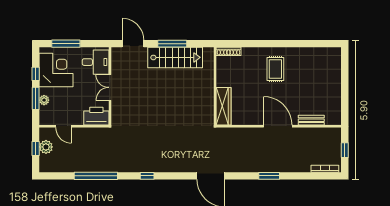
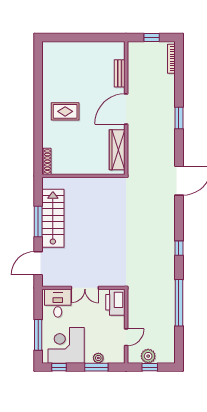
window: (36, 74) -> (59, 367), moved
wardrobe: (223, 106) -> (117, 150), moved, turned -90

